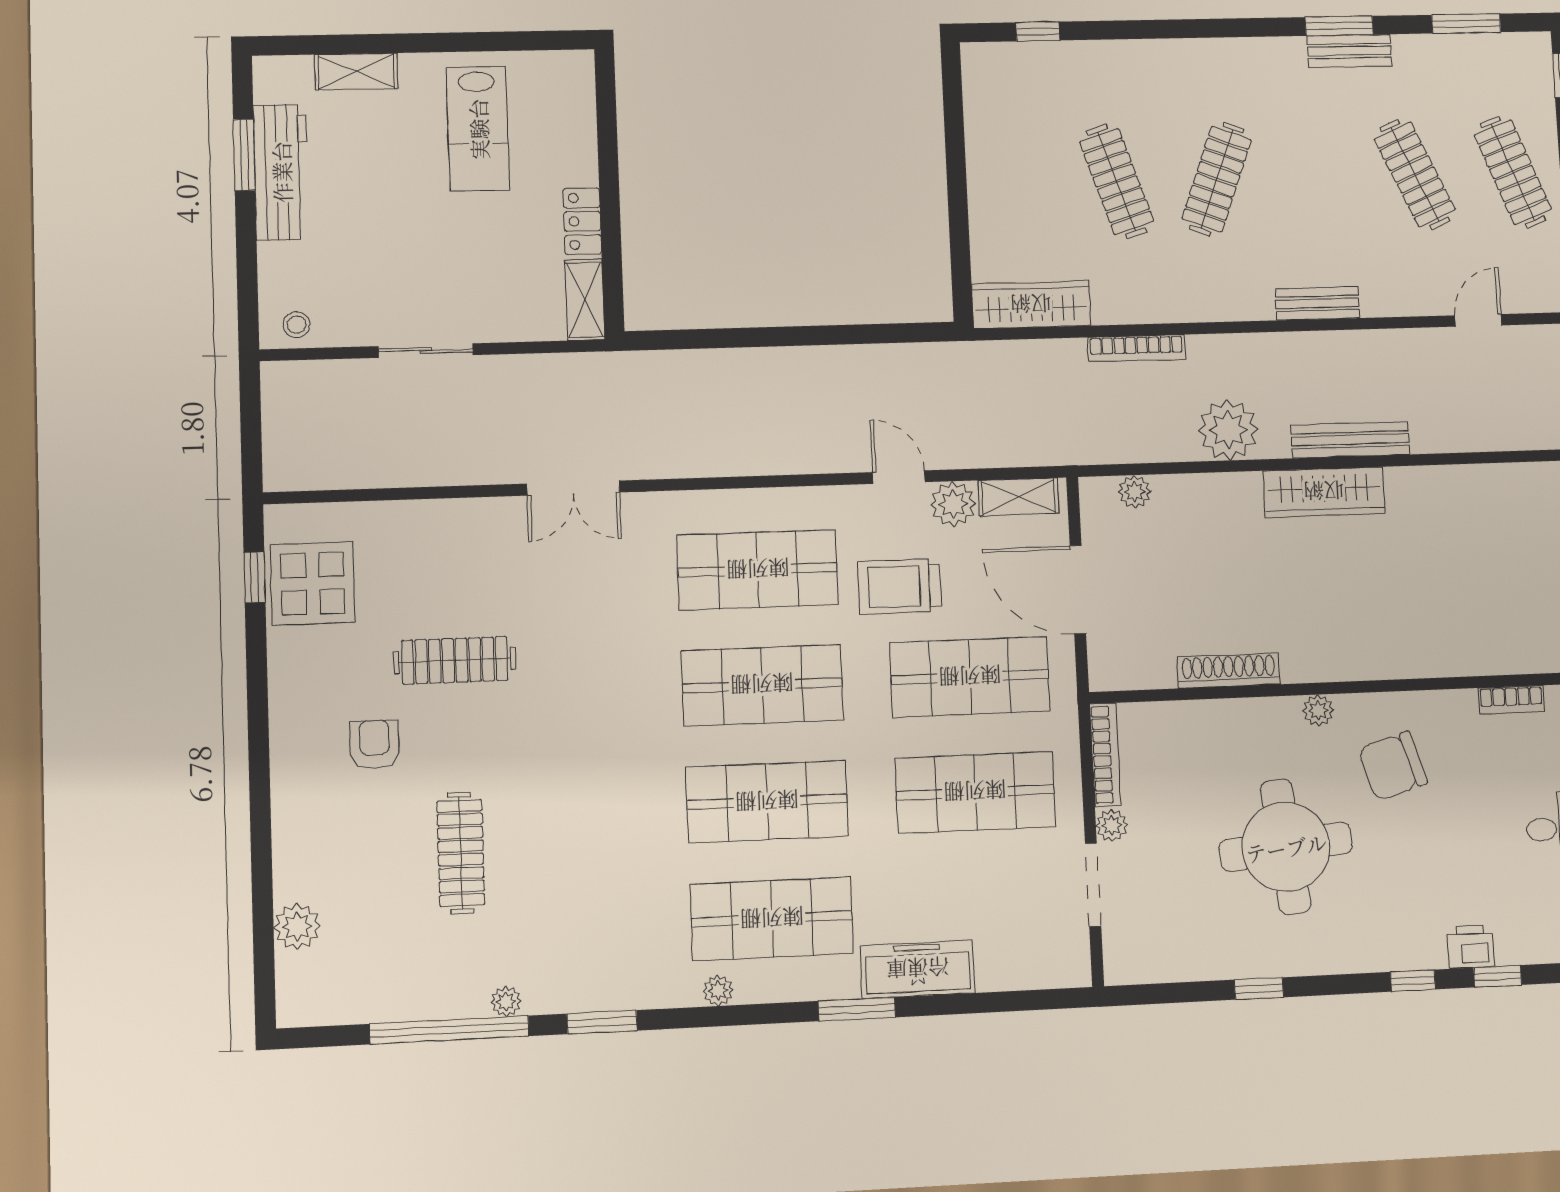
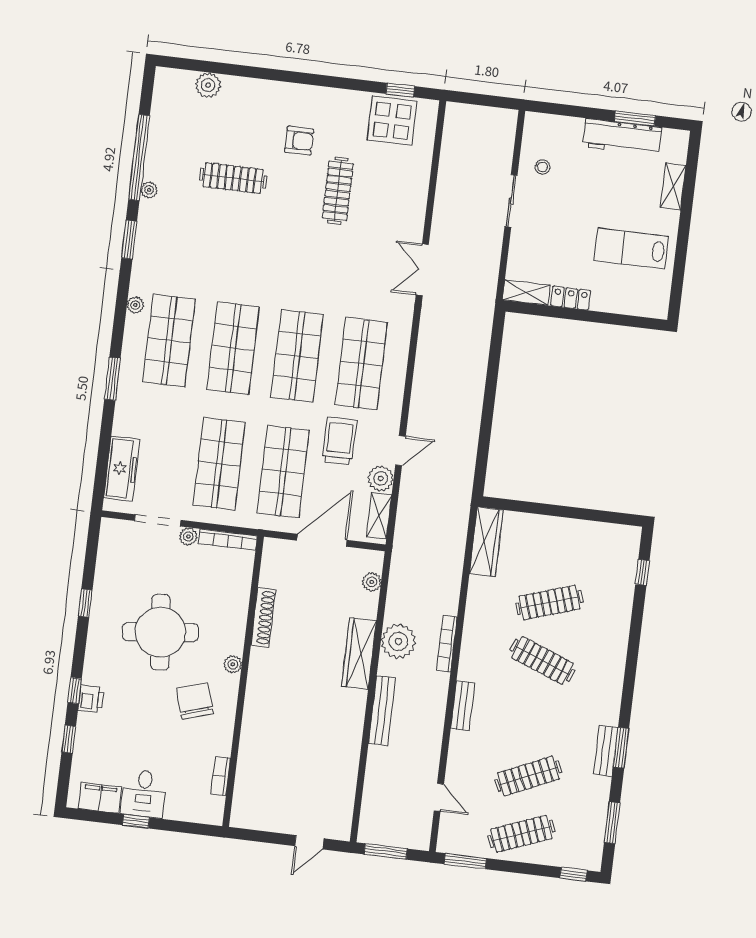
stool: (297, 325) -> (542, 167), moved
bookcase: (1136, 348) -> (447, 644), moved
wardrobe: (1324, 492) -> (359, 653), moved
printer: (1471, 947) -> (91, 699), moved
freezer: (918, 969) -> (122, 469), moved

